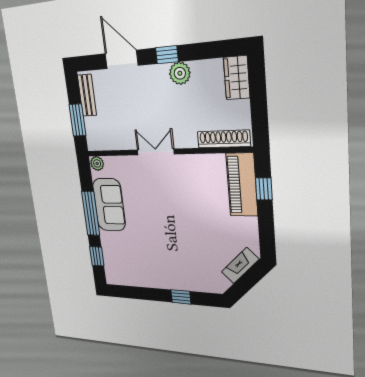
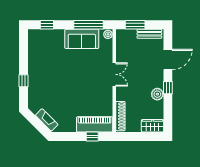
window: (91, 213) -> (88, 25), moved

